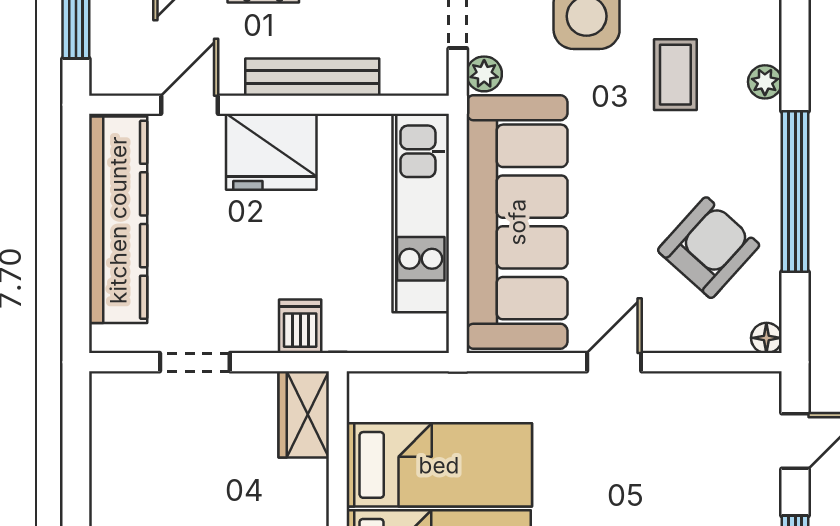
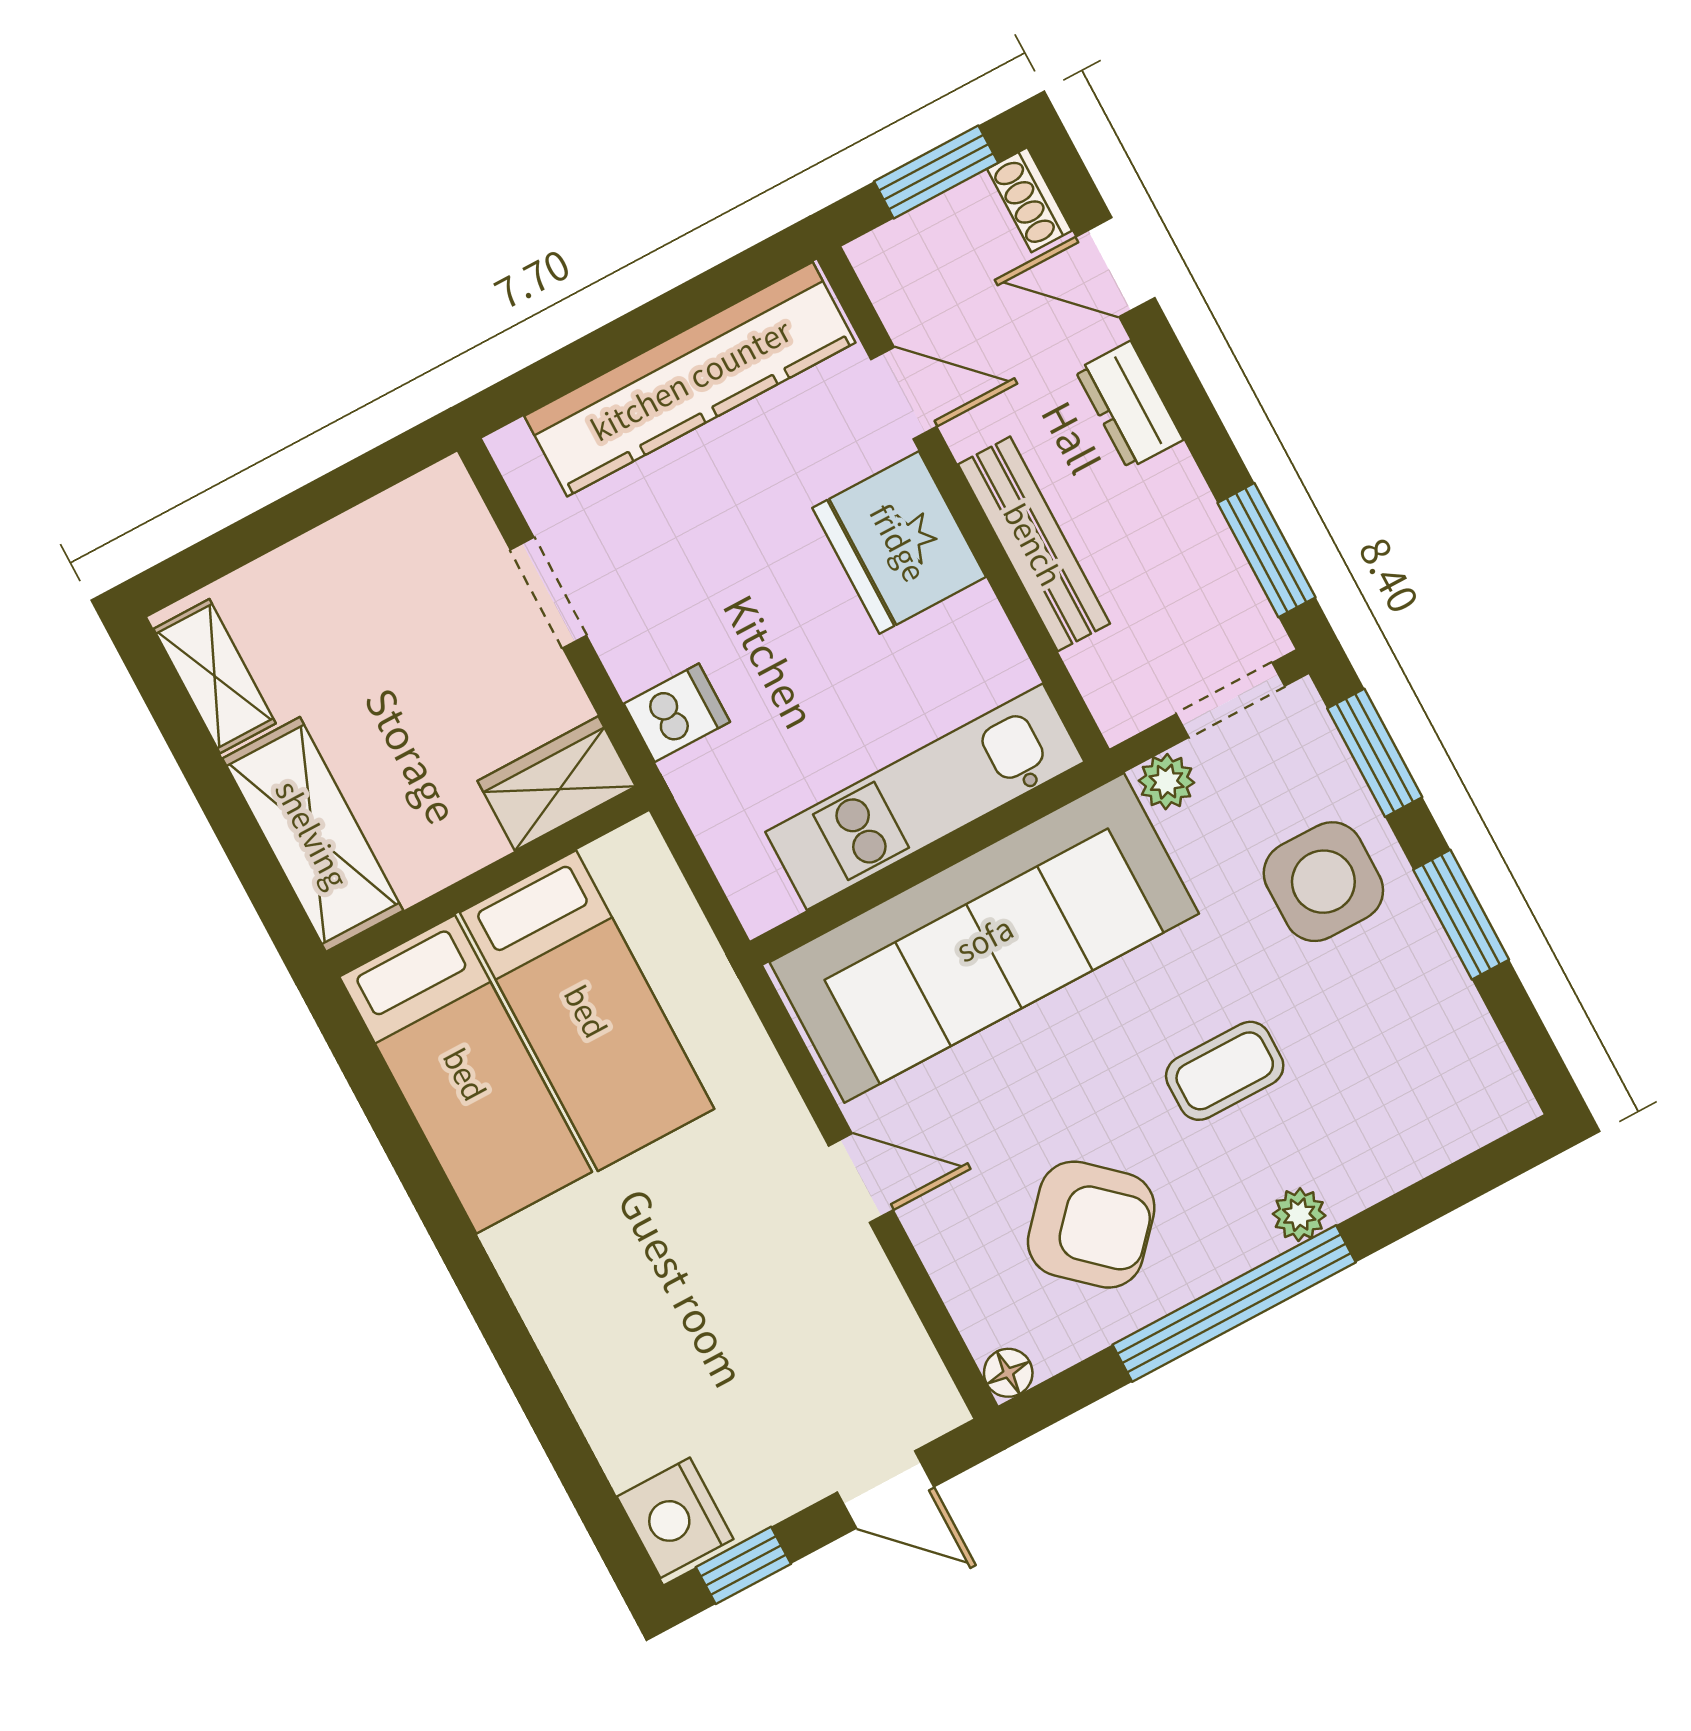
coffee table: (675, 75) -> (1225, 1071), moved
plant: (765, 82) -> (1299, 1215), moved

